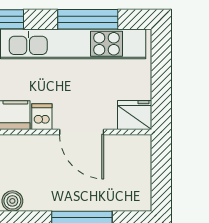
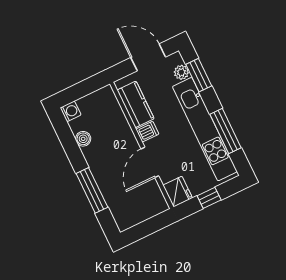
window: (161, 80) -> (209, 198), added

